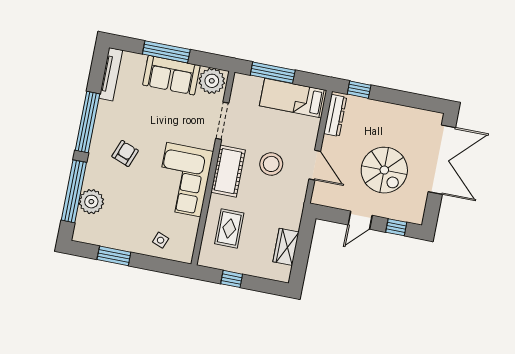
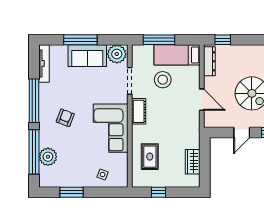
stool: (271, 164) -> (163, 80), moved
cot: (228, 171) -> (139, 111), width x0.73, depth x0.75

